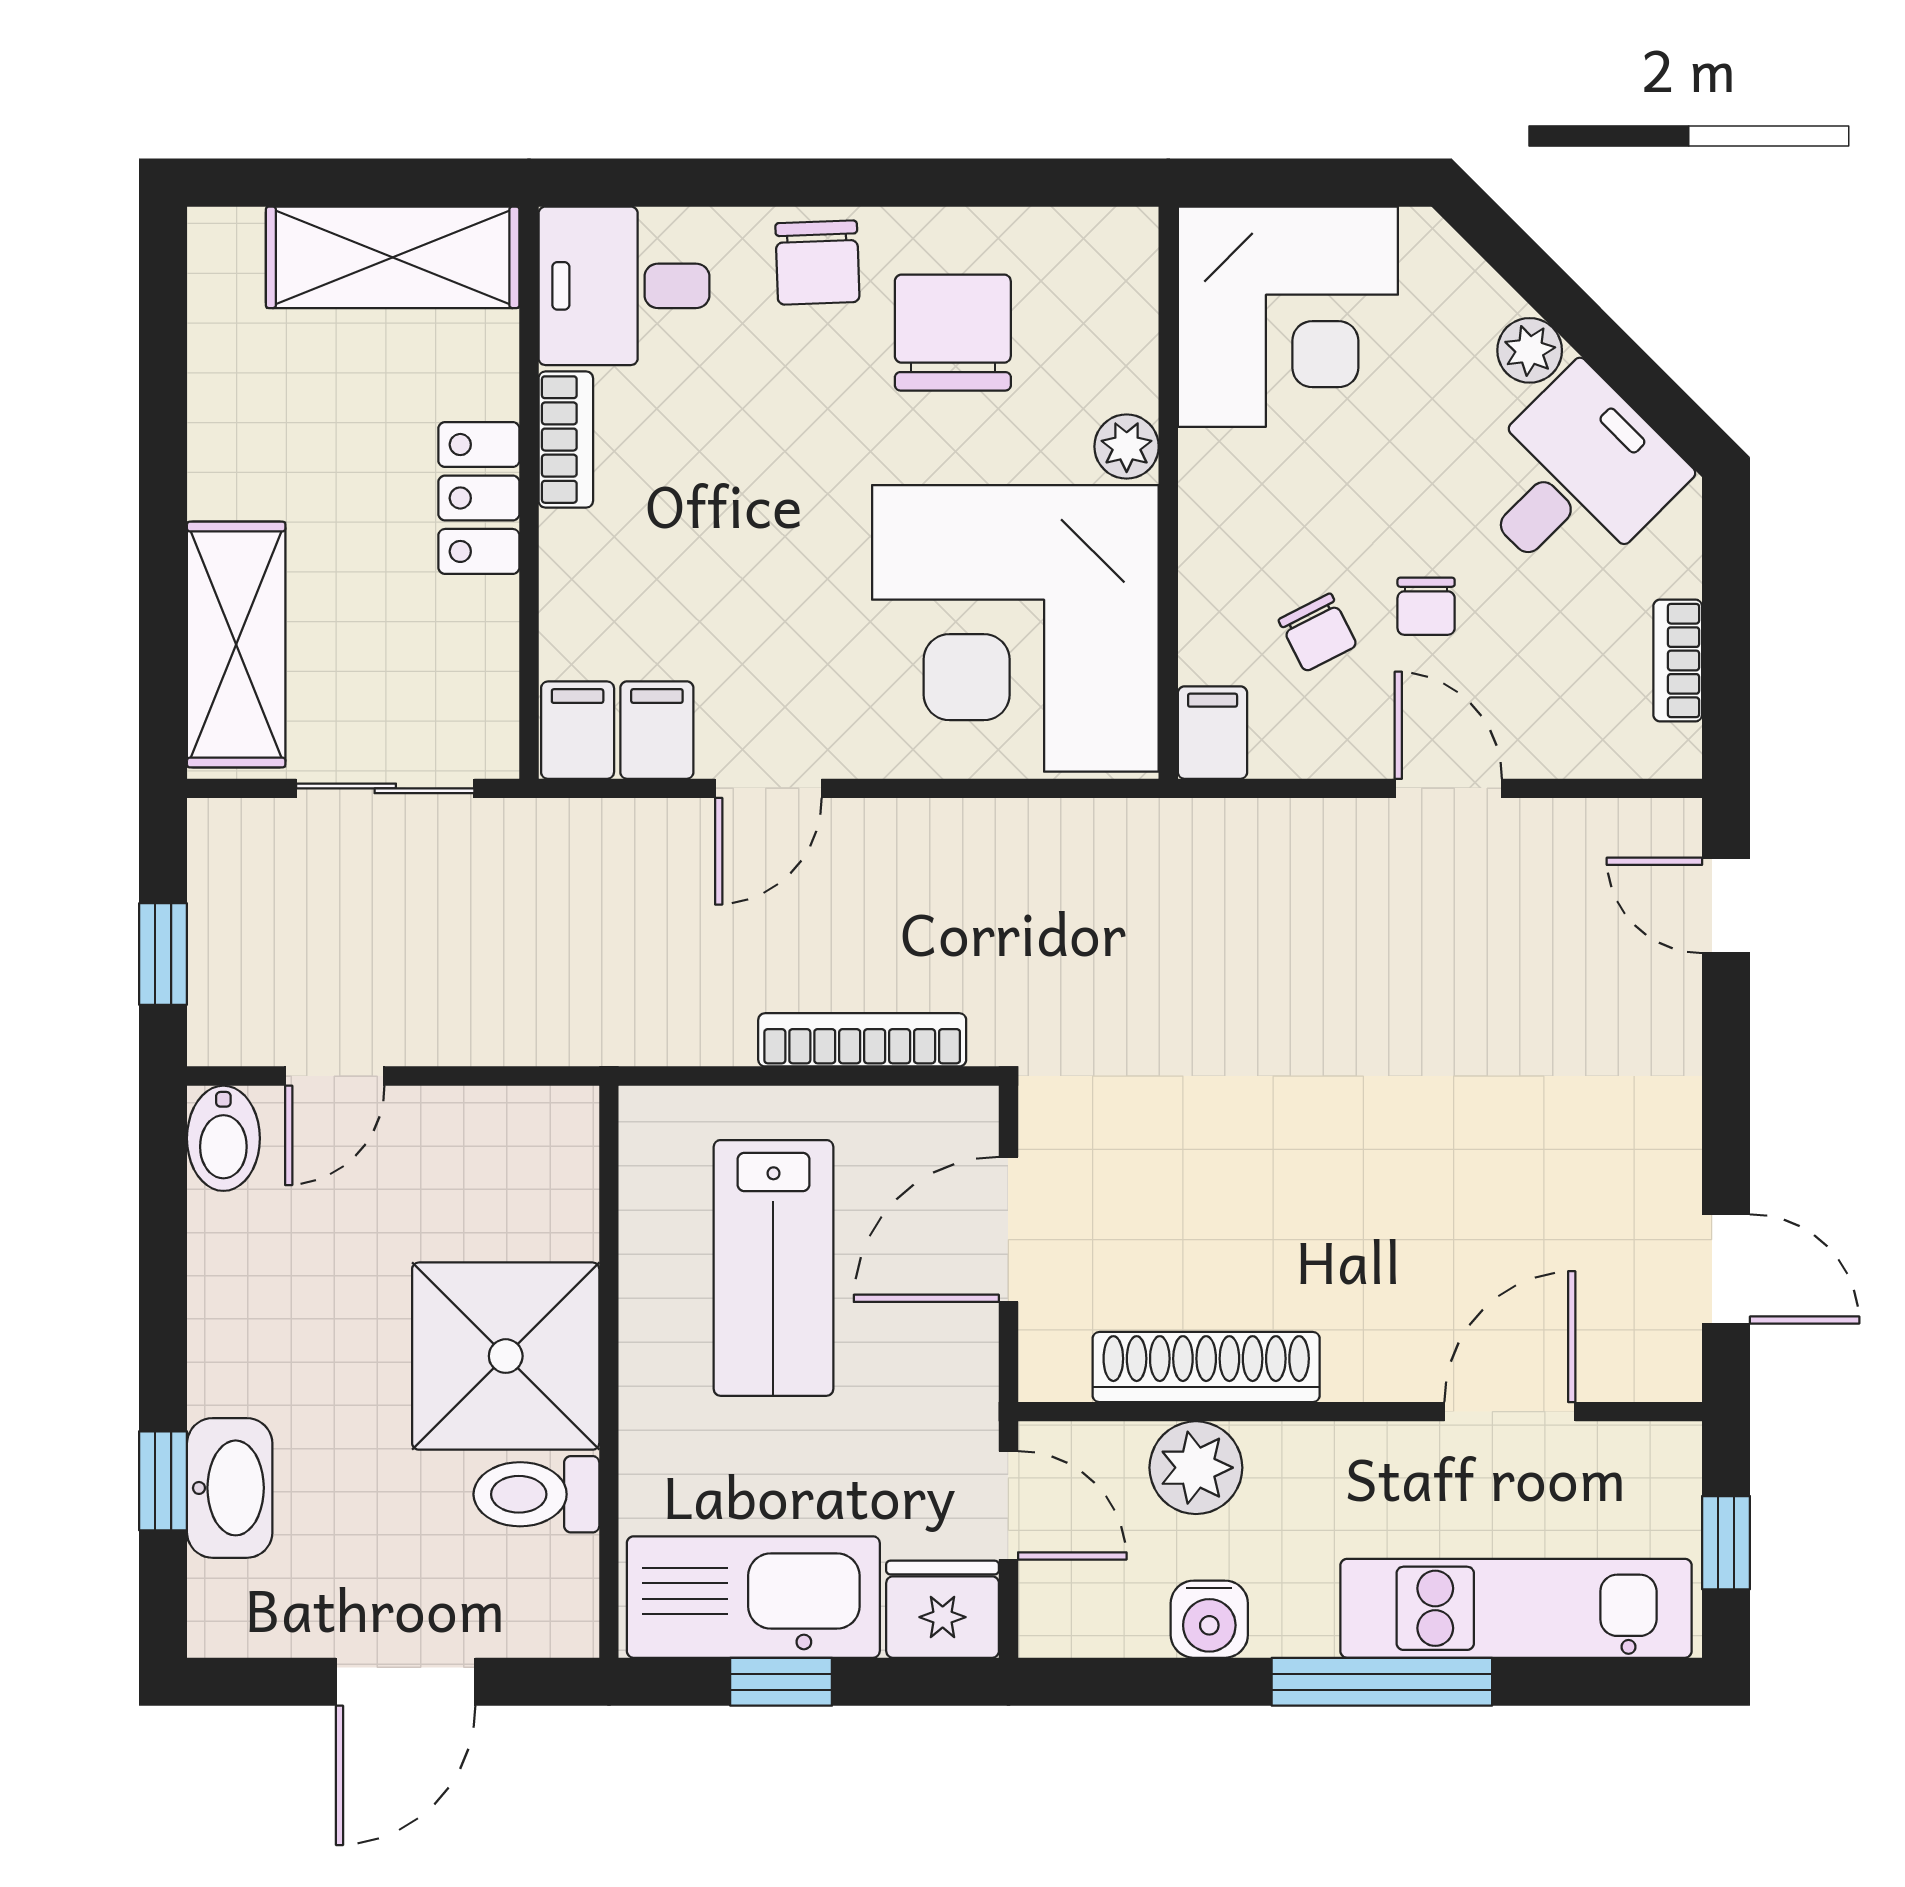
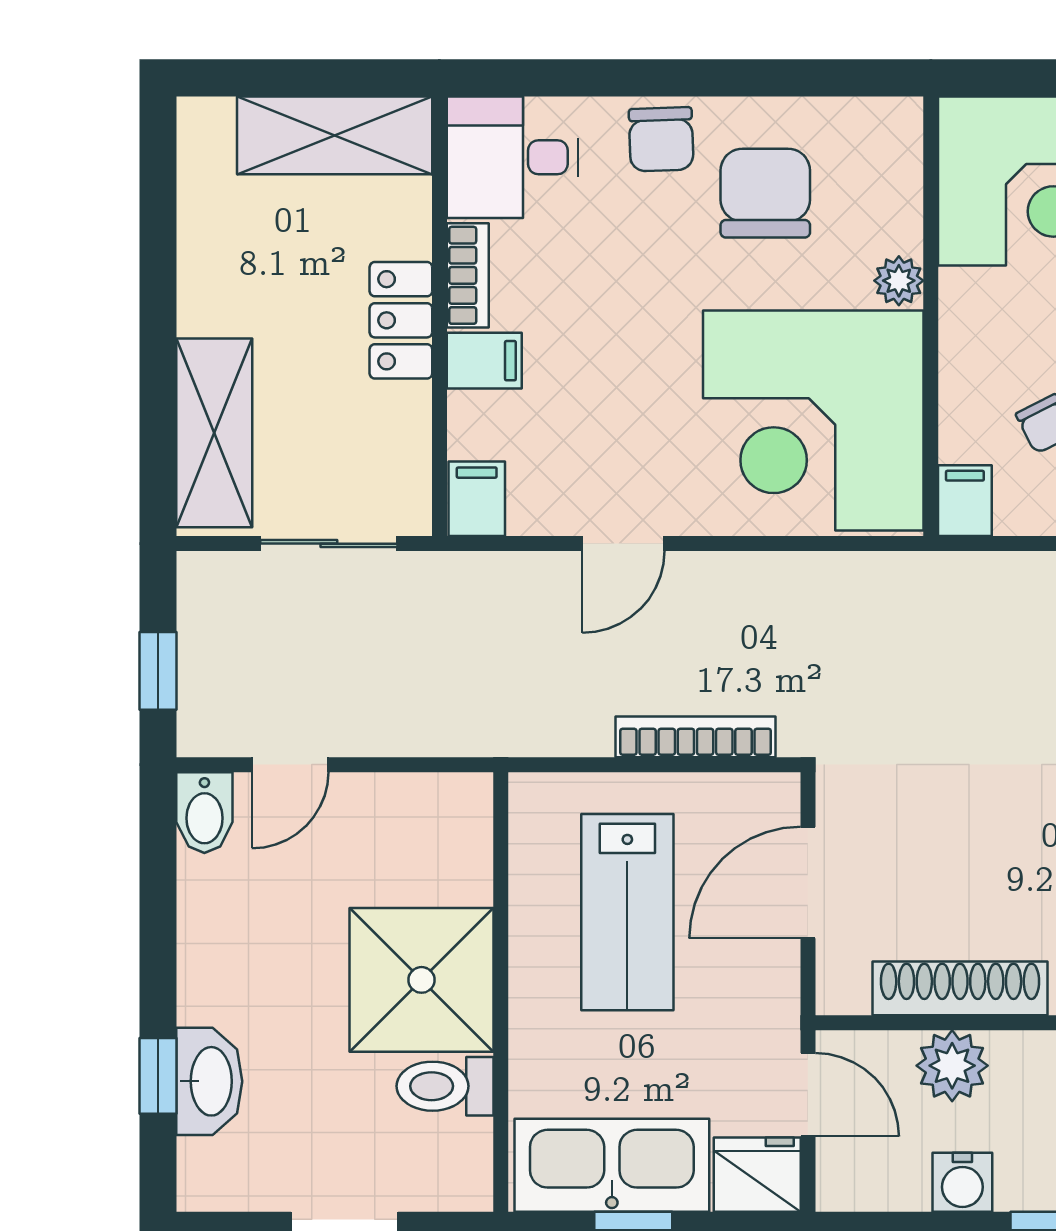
filing cabinet: (657, 730) -> (484, 361), moved, turned 90

